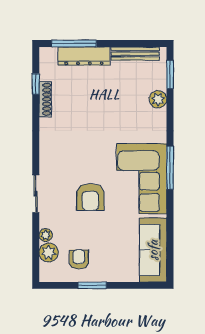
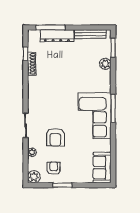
armchair: (90, 197) -> (55, 137), moved
sofa: (153, 250) -> (102, 168), width x0.73
plant: (49, 252) -> (34, 177), moved

